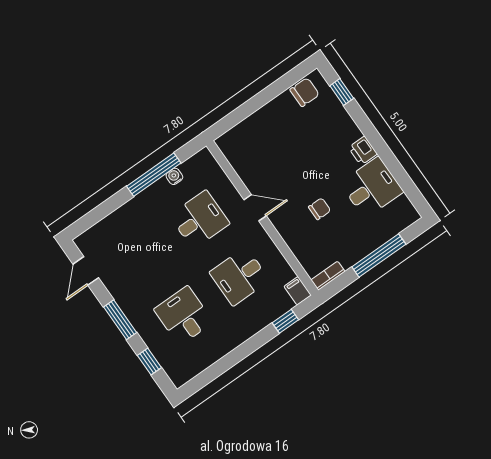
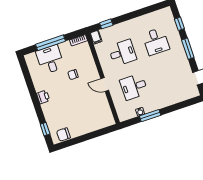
window: (154, 175) -> (150, 116), width x0.69
desk: (372, 187) -> (50, 59), moved, turned 90

